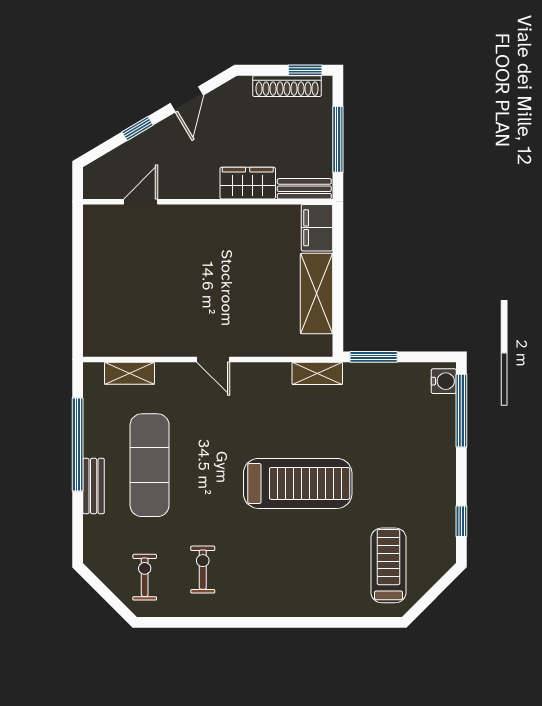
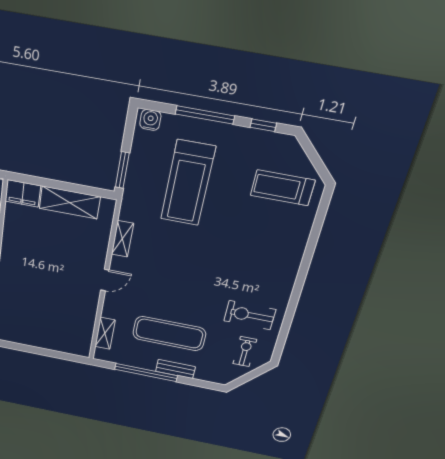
shelving: (317, 373) -> (122, 239), moved
window: (461, 411) -> (205, 115), moved
treadmill: (298, 483) -> (188, 183), moved, turned 180
exercise bike: (203, 570) -> (250, 315), width x1.38, depth x1.39
exercise bike: (145, 577) -> (245, 352), turned 90

